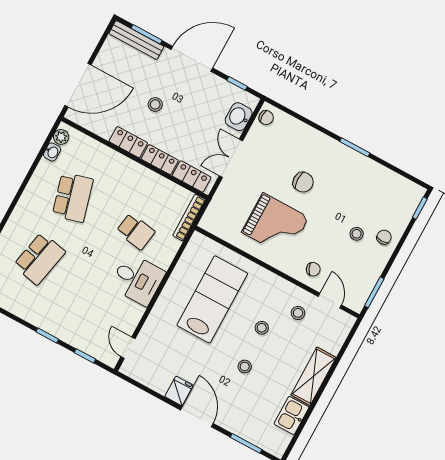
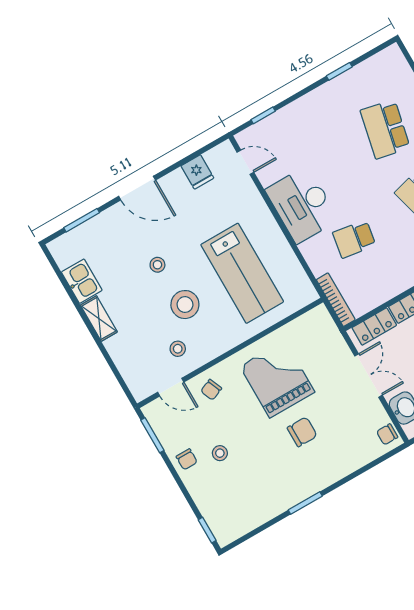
chair: (303, 182) -> (302, 432), turned 180
grand piano: (275, 225) -> (277, 379), turned 90
chair: (384, 237) -> (187, 459), moved
desk: (137, 279) -> (302, 205), width x1.37
stool: (262, 328) -> (185, 305), width x1.89, depth x1.89
window: (47, 335) -> (339, 71), moved
shelving: (314, 376) -> (99, 319), width x0.67, depth x0.75
fridge: (179, 391) -> (197, 172), moved

